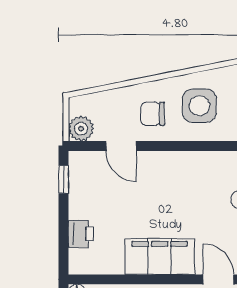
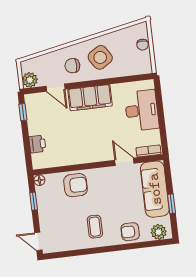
side table: (199, 106) -> (100, 57), turned -33
filing cabinet: (160, 257) -> (90, 98), moved, turned 180

